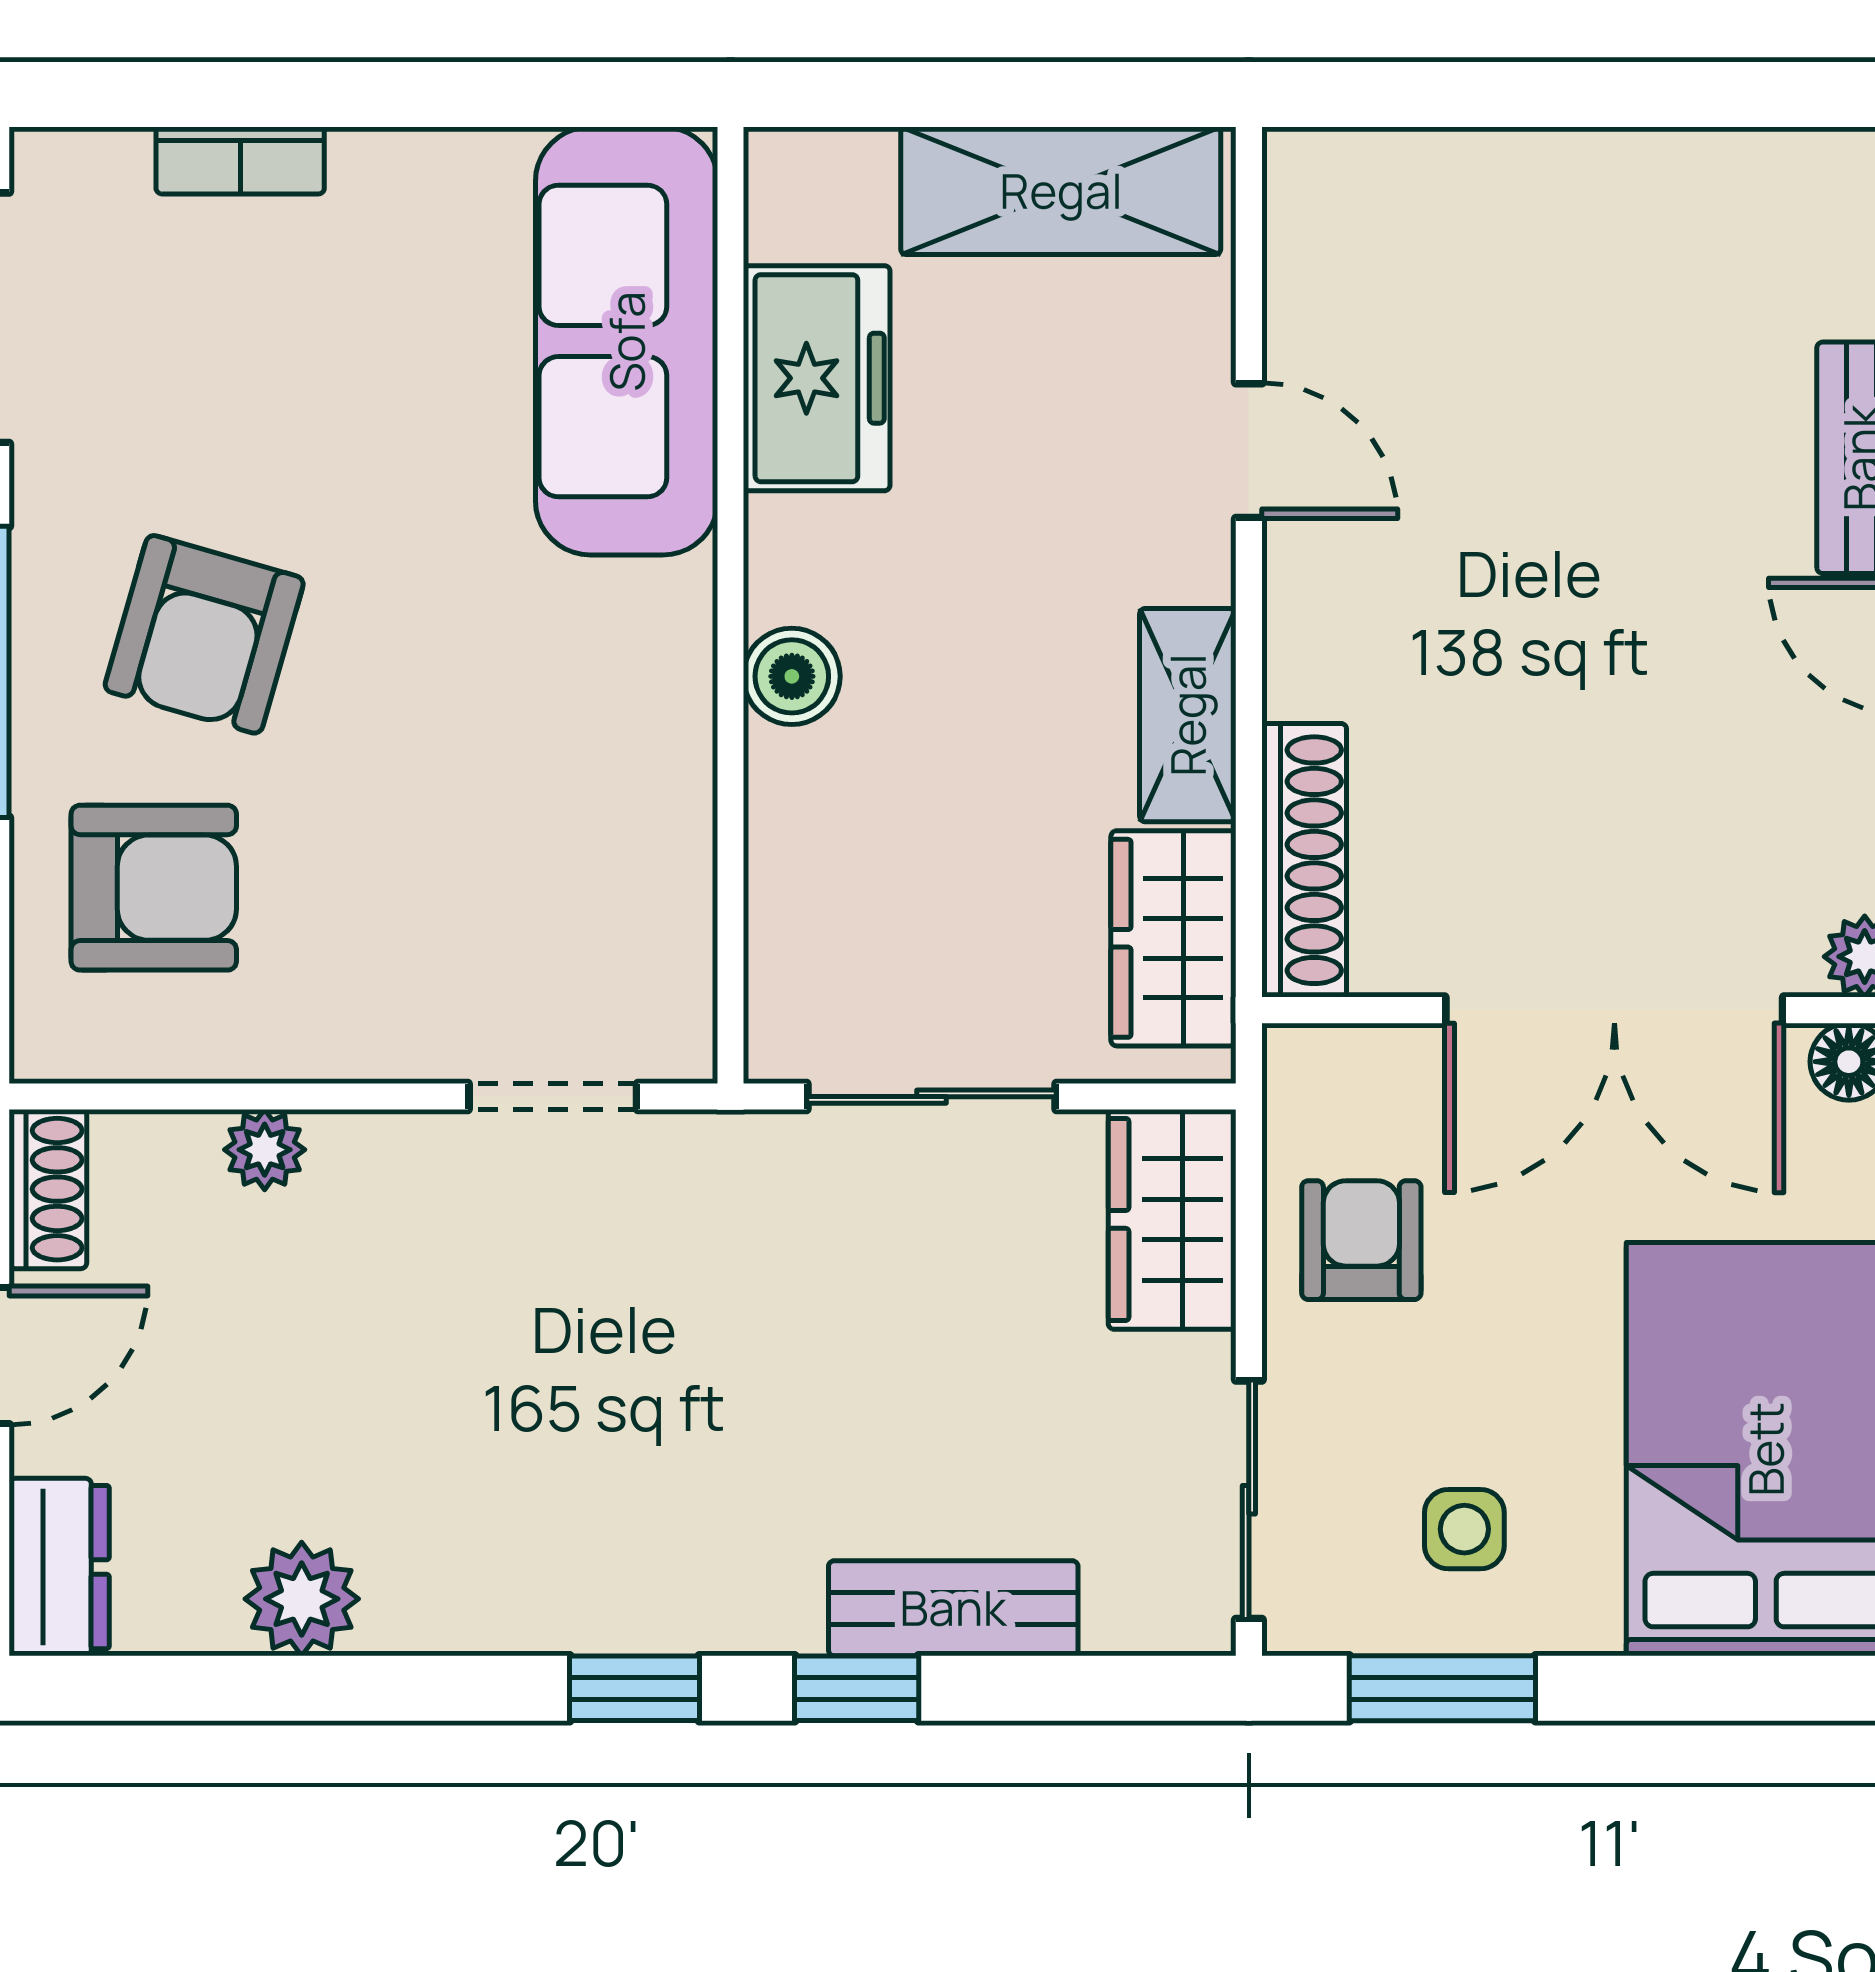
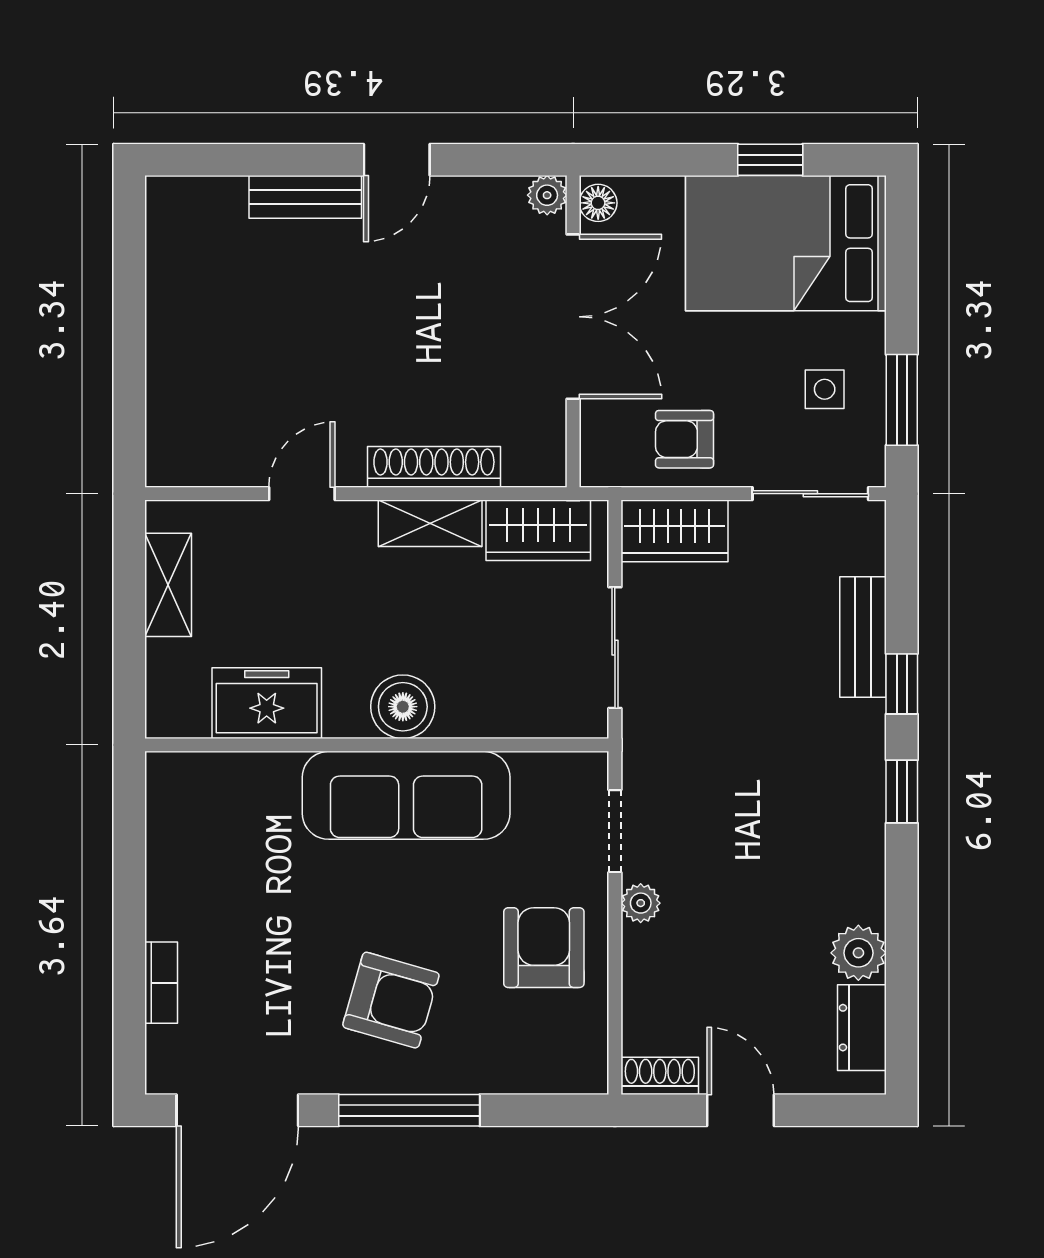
shelving: (1061, 191) -> (168, 585), width x0.67, depth x0.75
sofa: (627, 341) -> (406, 795), moved
boiler: (792, 676) -> (403, 707), width x1.36, depth x1.36
shoe rack: (1304, 860) -> (434, 467), moved
armchair: (154, 888) -> (544, 948), moved
plant: (265, 1150) -> (641, 903), moved
dresser: (59, 1567) -> (862, 1028), moved, turned -90

